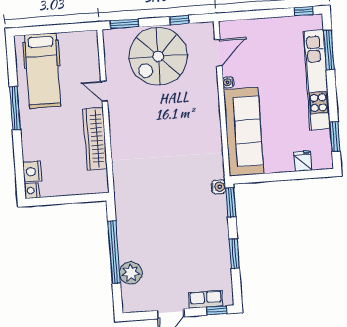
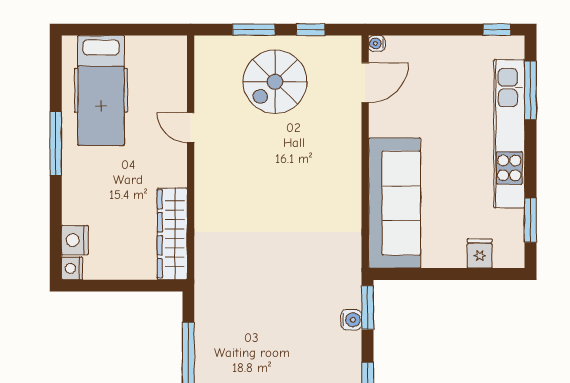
window: (124, 24) -> (254, 30), moved
spiral stairs: (158, 56) -> (275, 82), width x0.73, depth x0.73
water cooler: (228, 82) -> (377, 43), moved
wardrobe: (95, 139) -> (172, 234), moved
water cooler: (219, 187) -> (351, 320), moved

